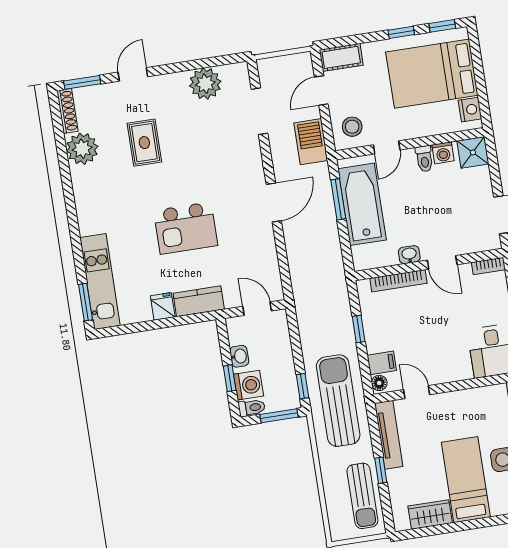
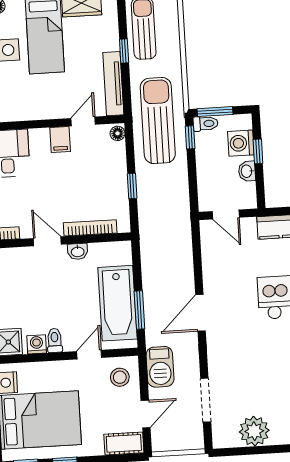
filing cabinet: (382, 363) -> (60, 139), moved, turned -90
door: (417, 392) -> (83, 121), swing flipped
sun lounger: (338, 401) -> (158, 121), turned 180
toilet: (252, 408) -> (206, 124), moved, turned 180

